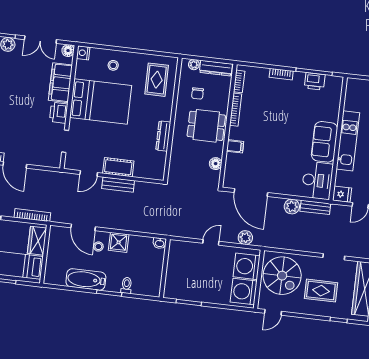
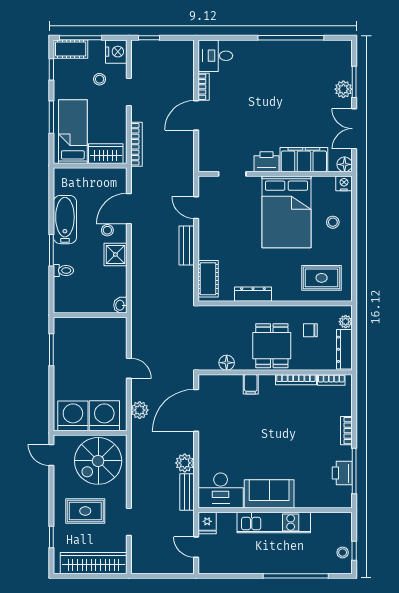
cot: (118, 167) -> (208, 279), moved
rug: (321, 291) -> (85, 511), turned 90

